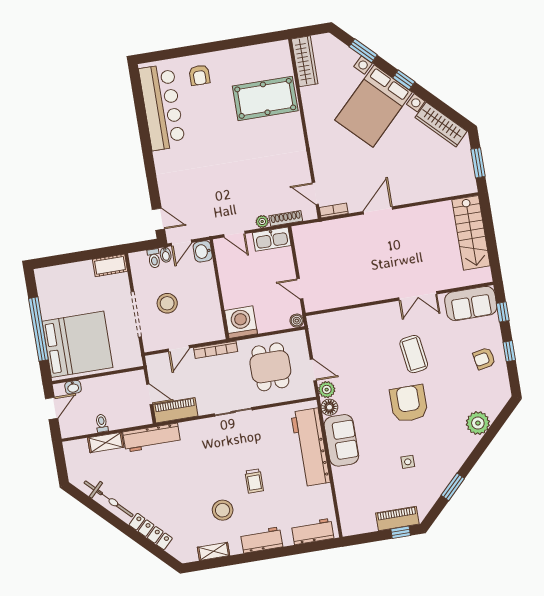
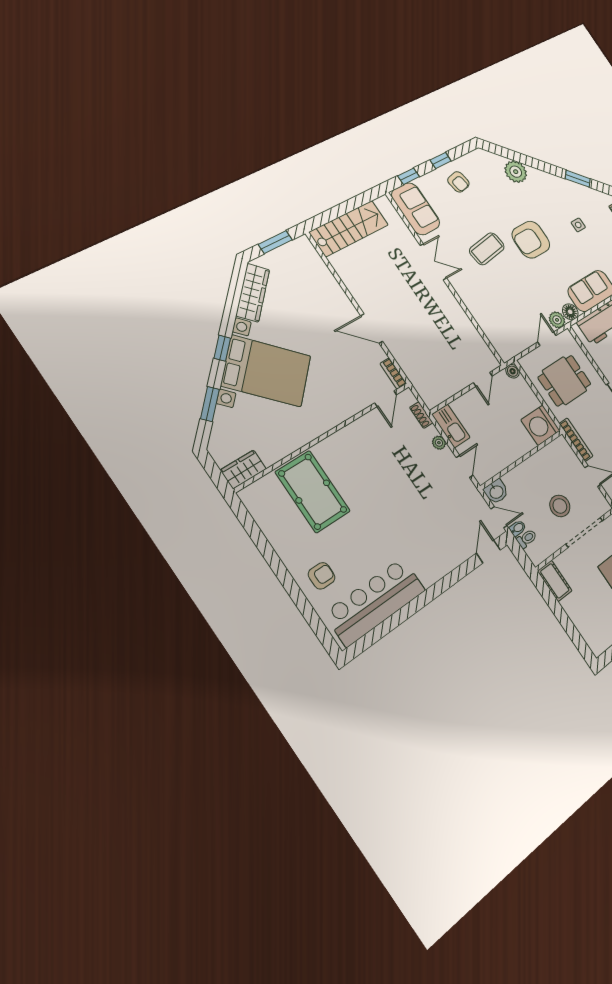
wardrobe: (305, 61) -> (243, 469), width x0.67
shoe rack: (286, 218) -> (421, 415), width x0.70

